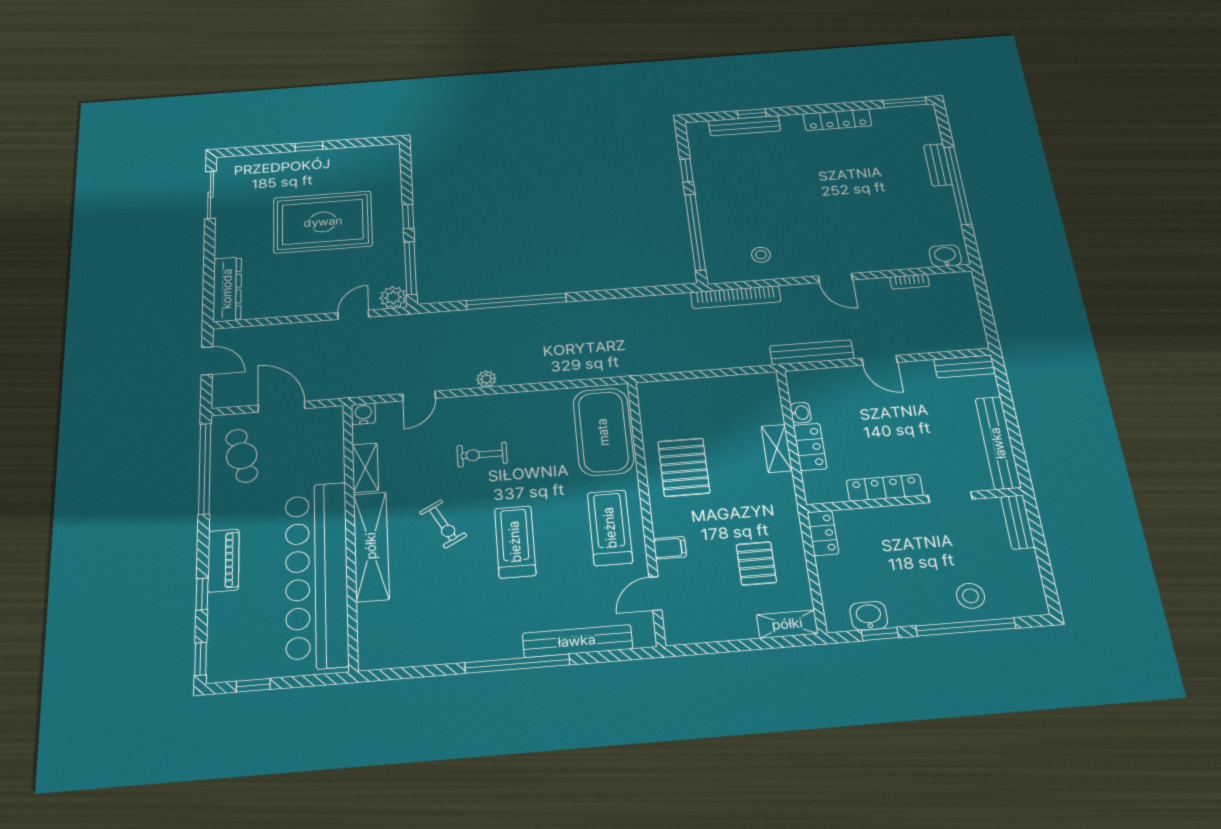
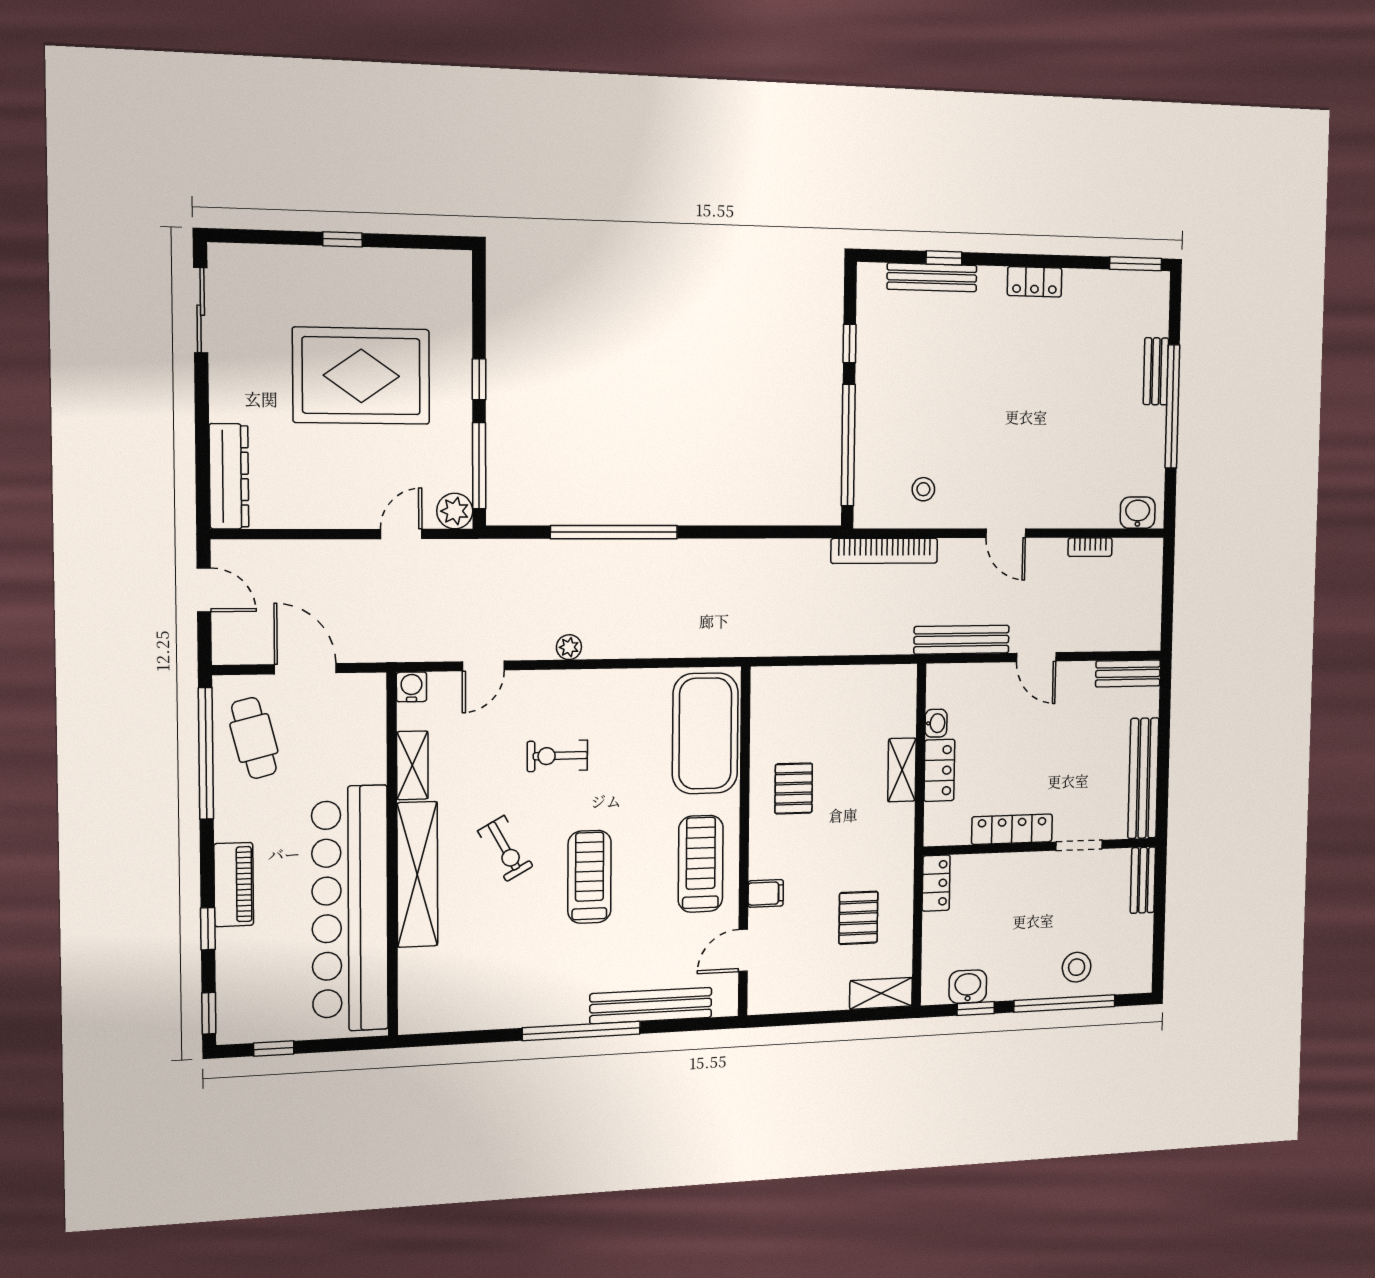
locker: (837, 120) -> (1035, 282), width x0.66
pallet: (684, 467) -> (794, 788), width x0.67, depth x0.71

